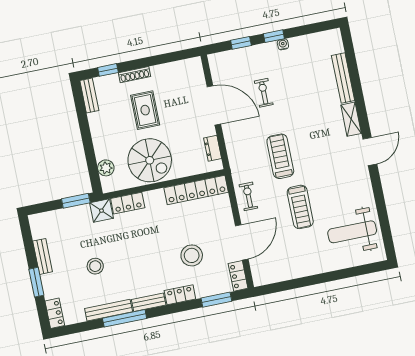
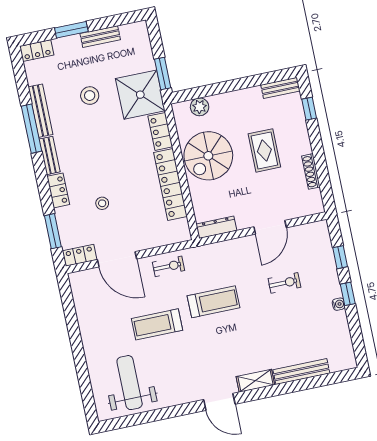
shoe rack: (135, 75) -> (311, 171), moved
door: (214, 105) -> (270, 227), width x0.73
rug: (145, 110) -> (264, 150), turned 90
dresser: (213, 148) -> (216, 227), width x1.44
locker: (196, 190) -> (170, 184), moved
shower: (101, 211) -> (140, 95), width x1.86, depth x1.86
stool: (192, 255) -> (102, 203), width x0.53, depth x0.53

